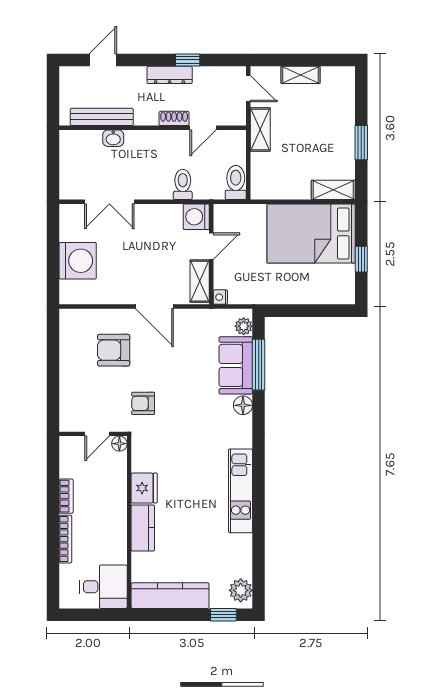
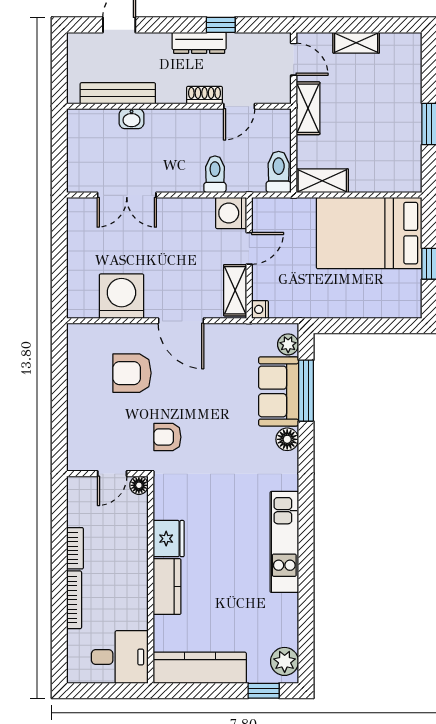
shelving: (333, 190) -> (322, 181), moved
washing machine: (78, 261) -> (121, 296), moved, turned -90

